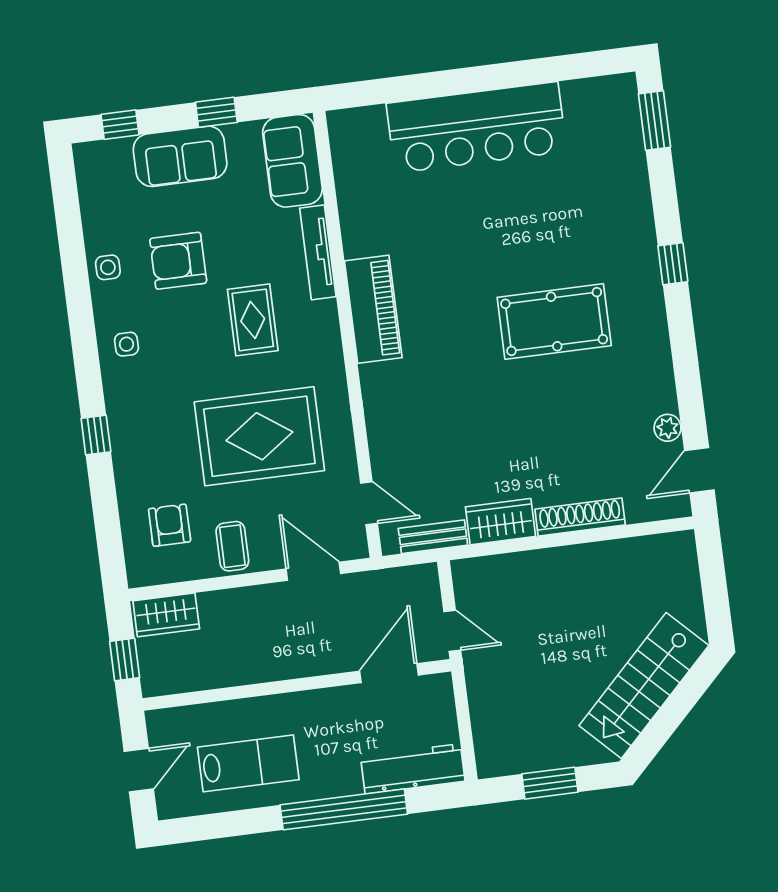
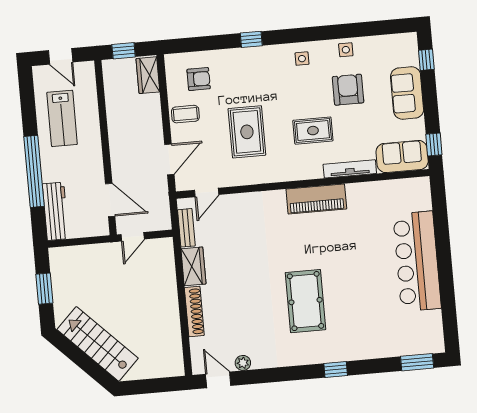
window: (216, 112) -> (434, 144), moved
rug: (259, 436) -> (247, 132), width x0.73, depth x0.69

